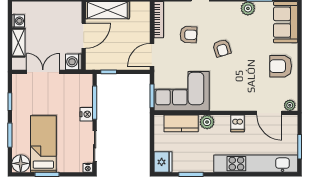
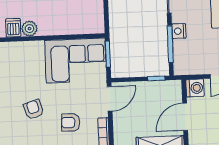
plant: (207, 122) -> (29, 29), moved
kitchen counter: (181, 123) -> (75, 25), removed

